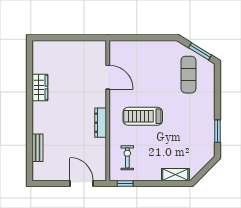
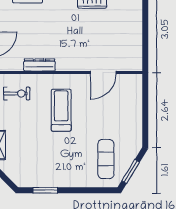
exercise mat: (188, 75) -> (106, 159), turned 90
dresser: (101, 123) -> (39, 65), moved

